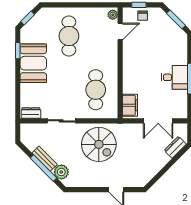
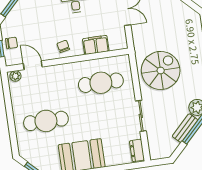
chair: (133, 61) -> (63, 46), added
filing cabinet: (130, 105) -> (96, 45), moved

